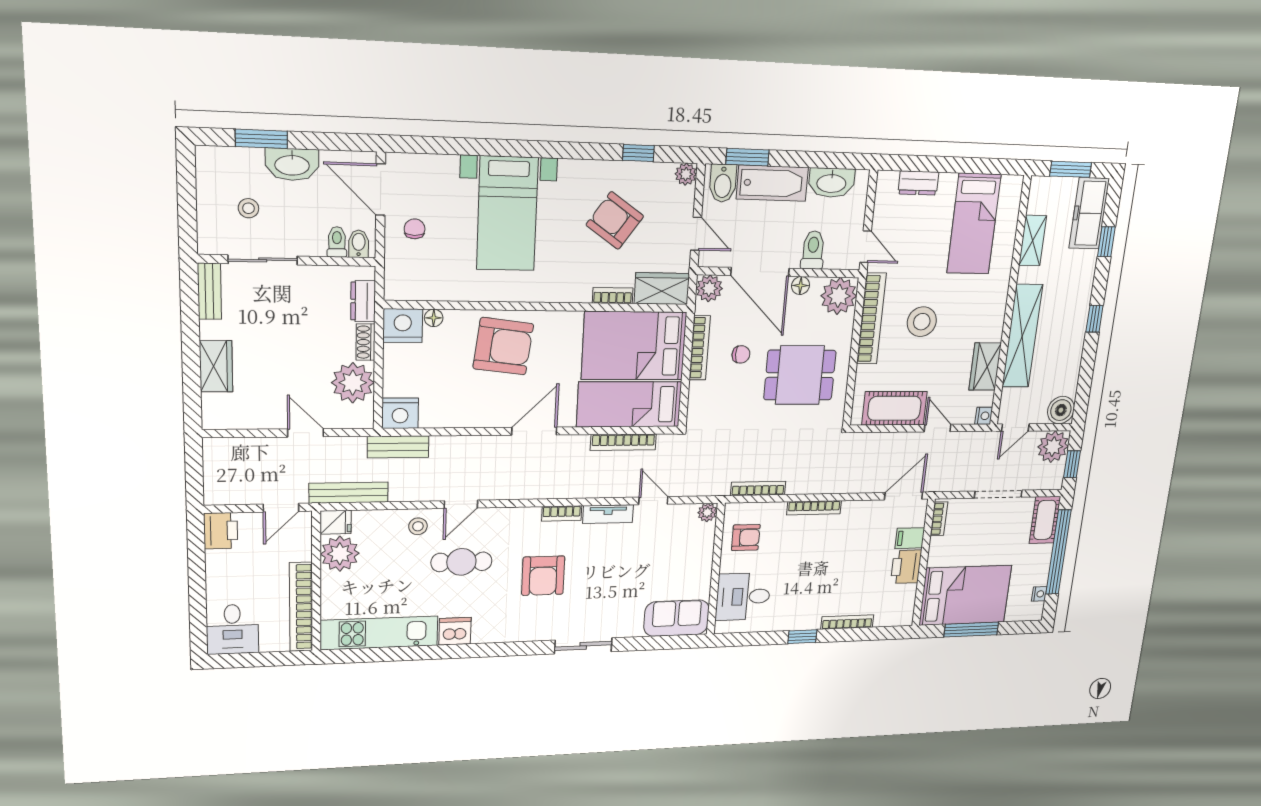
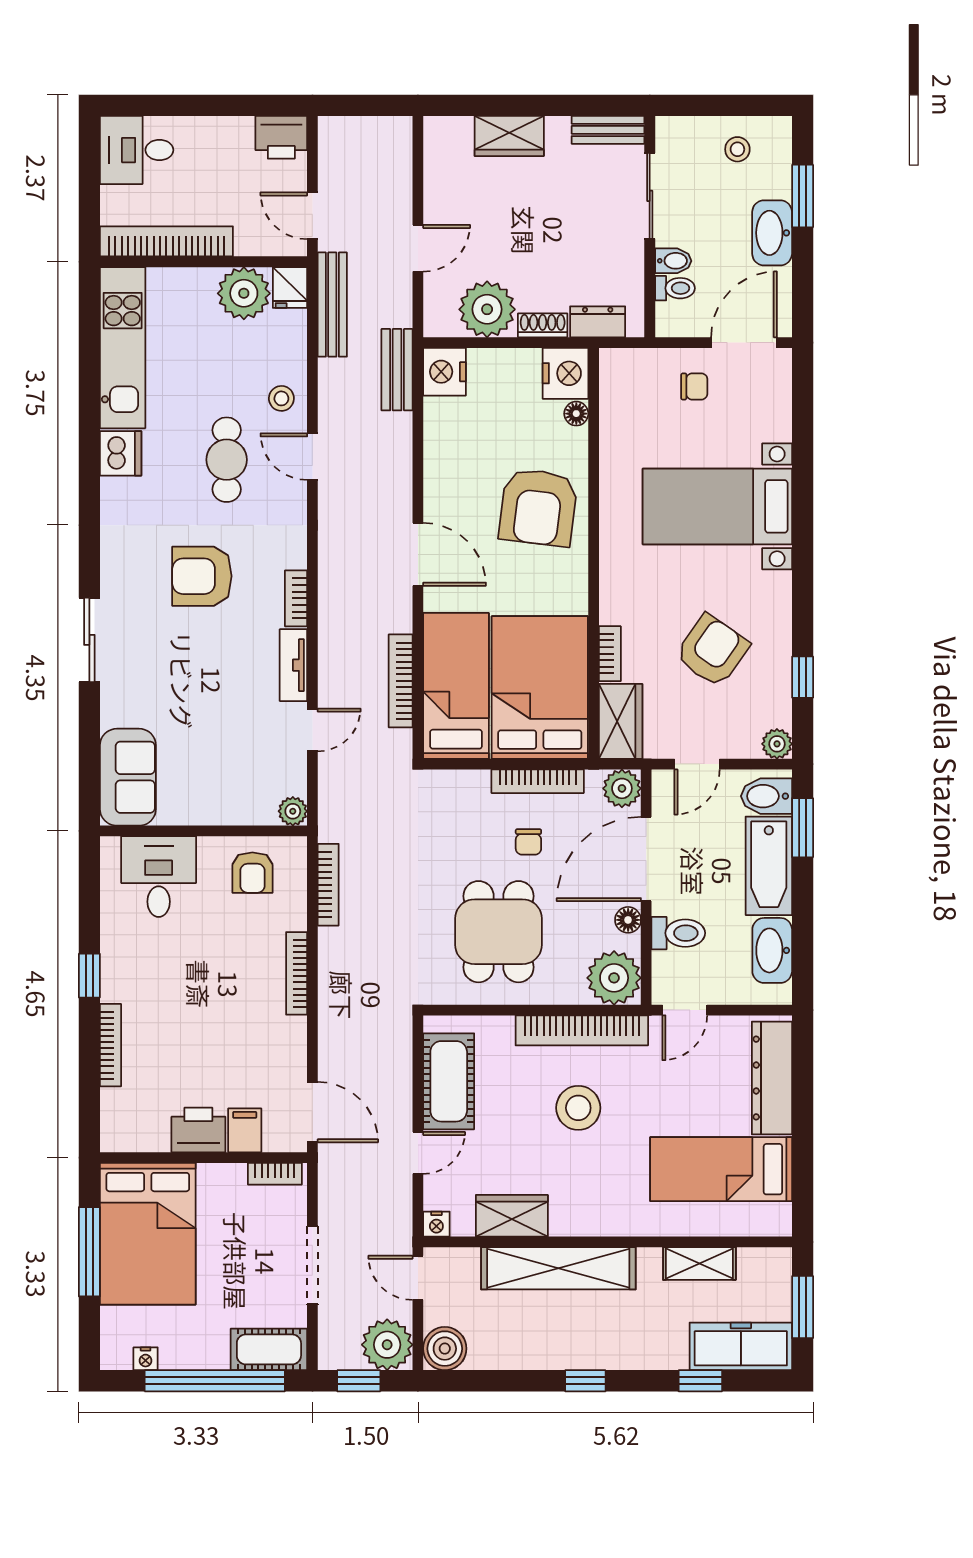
dresser: (918, 183) -> (772, 1078), width x1.96, depth x1.24
stool: (248, 208) -> (737, 149), moved
bidet: (359, 244) -> (673, 261), moved

